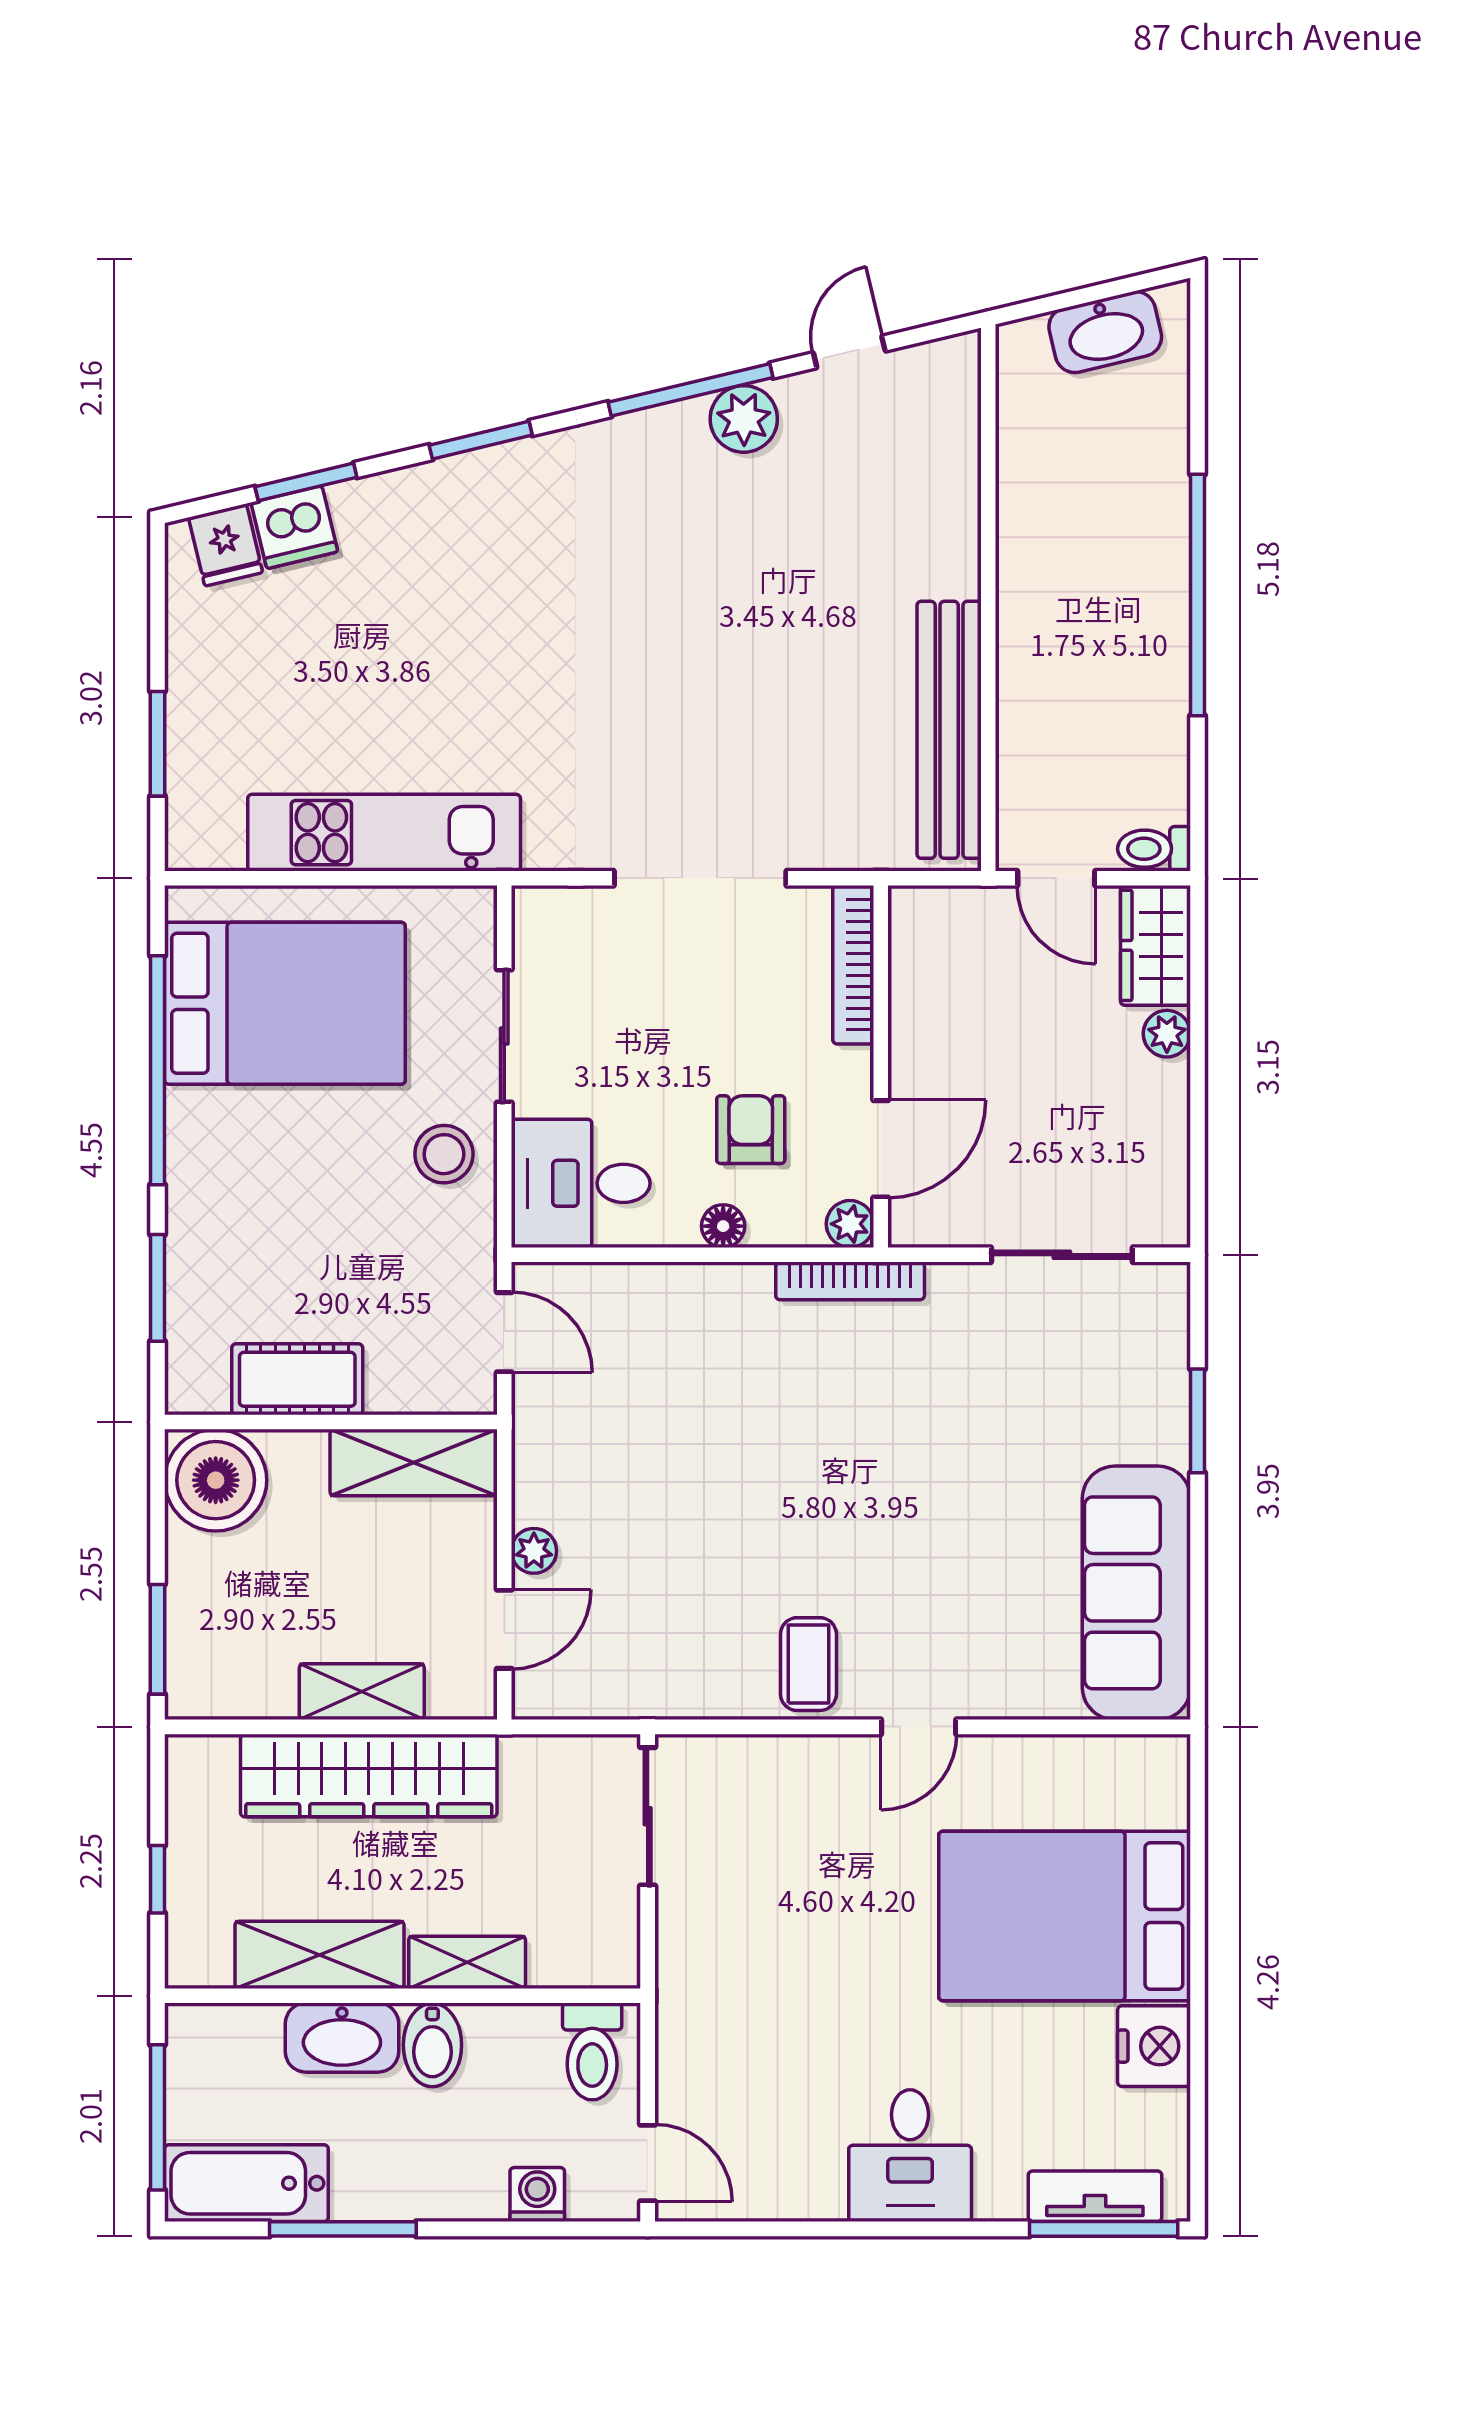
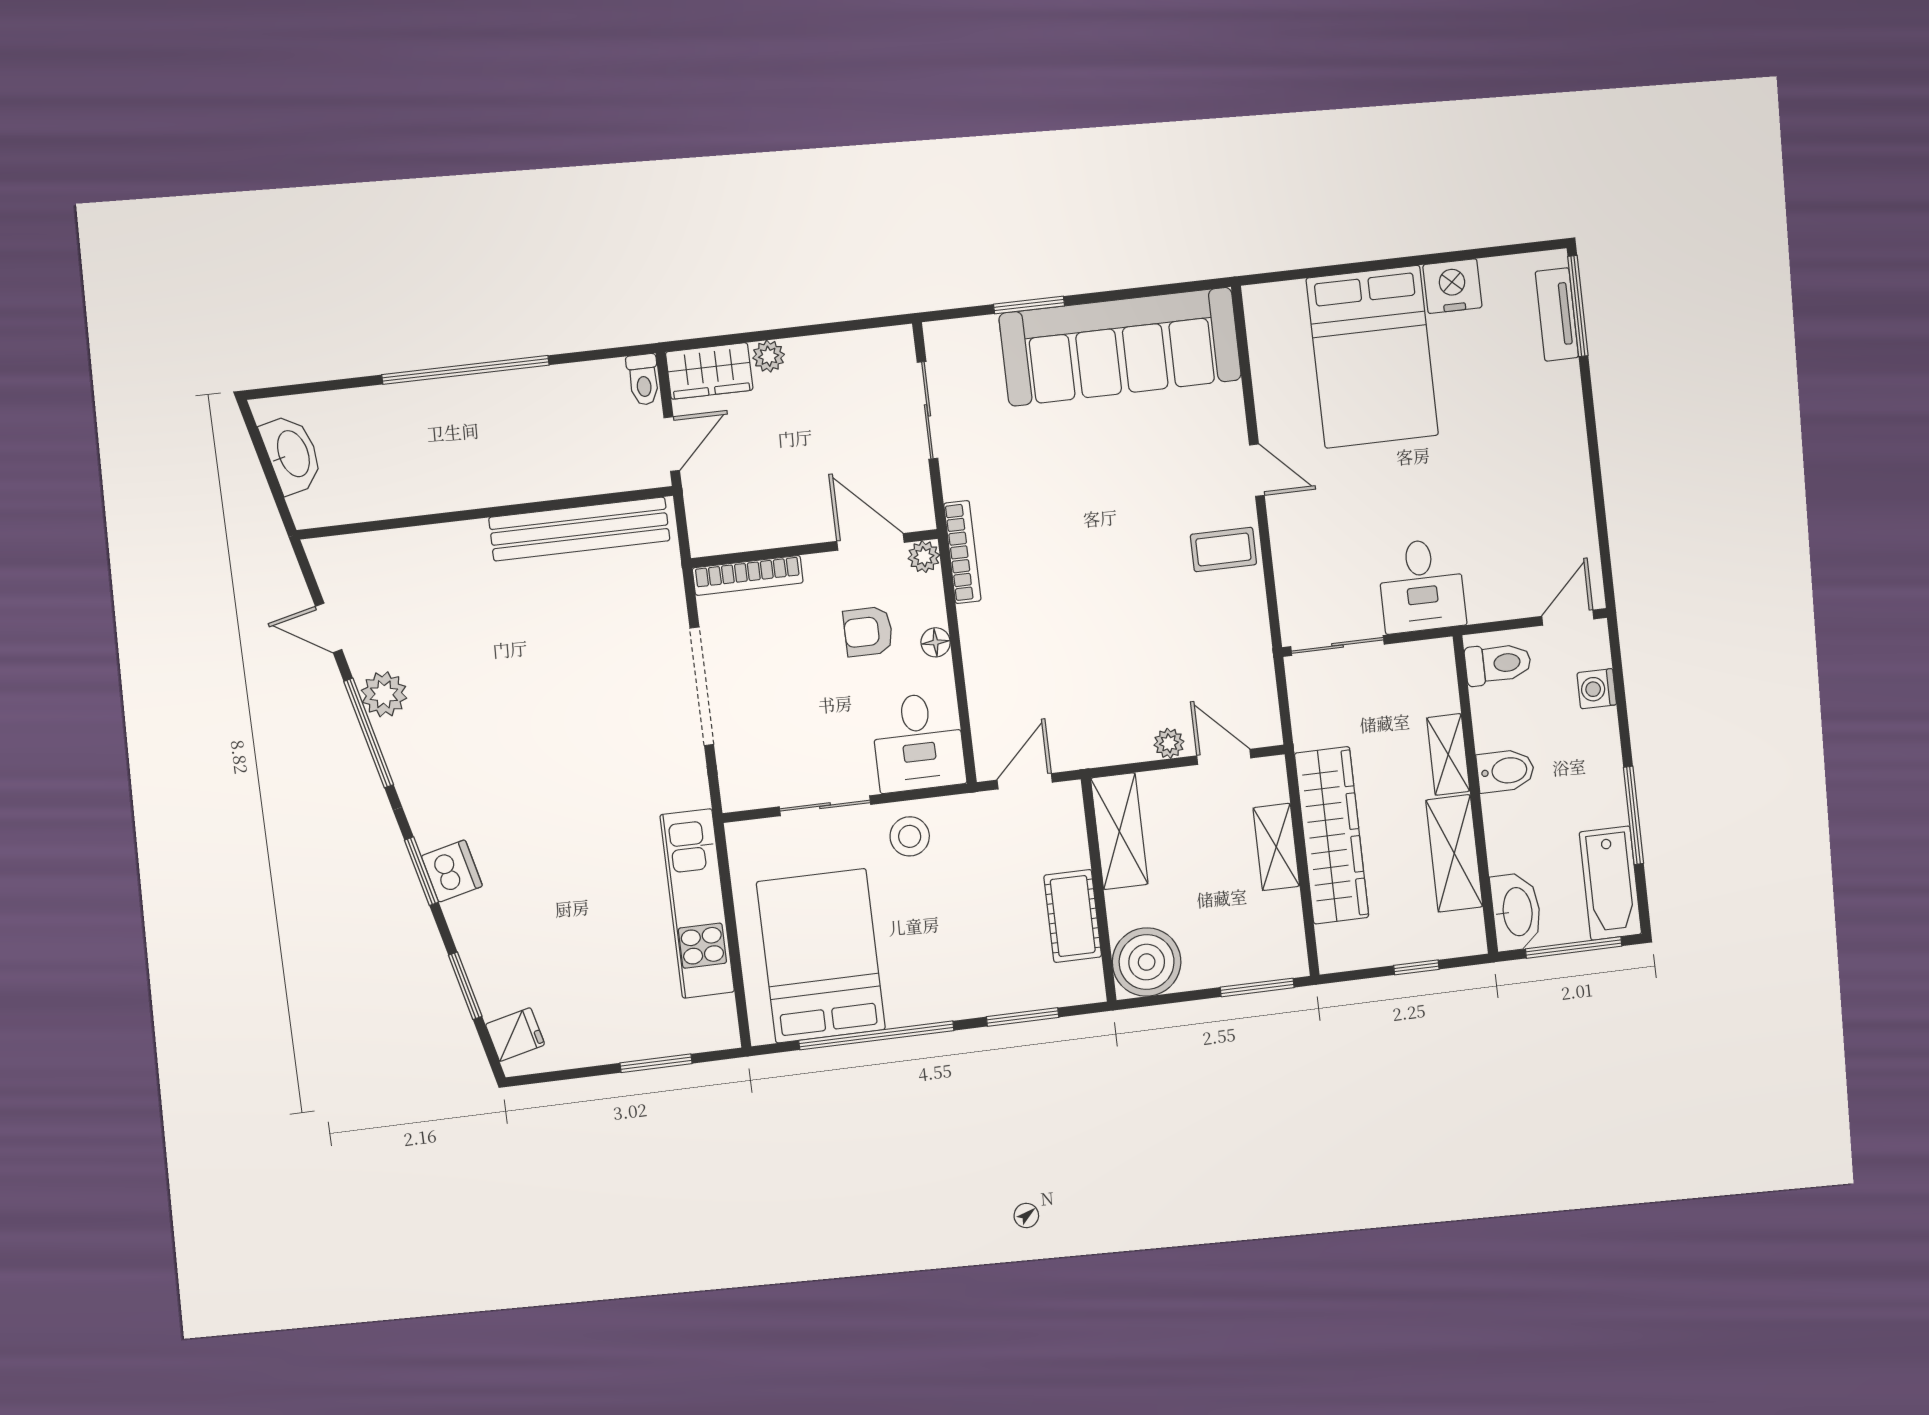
dishwasher: (294, 527) -> (452, 871), moved
sofa: (1136, 1593) -> (1120, 347), width x1.36, depth x1.27
washbasin: (342, 2038) -> (1516, 912), moved
desk: (910, 2156) -> (1422, 586), moved, turned 90

